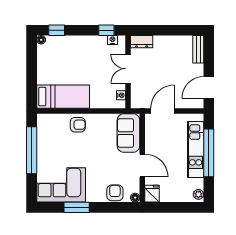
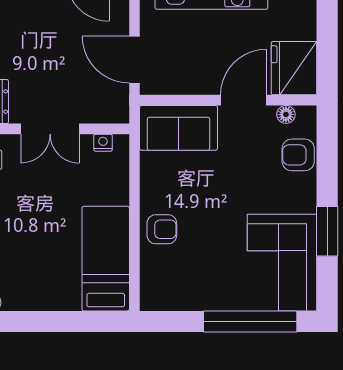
armchair: (78, 125) -> (162, 229), turned 90
window: (32, 150) -> (250, 321), moved
fridge: (152, 194) -> (294, 68), width x1.88, depth x1.34
floor lamp: (135, 198) -> (286, 114), moved

